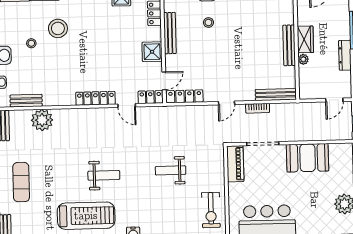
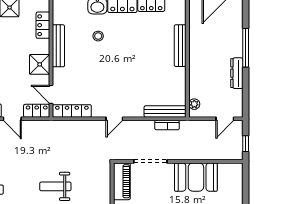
wardrobe: (305, 39) -> (197, 56), removed
bench: (289, 45) -> (180, 46), moved
plant: (303, 59) -> (194, 104), moved
door: (164, 81) -> (51, 94), swing flipped
bookcase: (258, 108) -> (167, 125), moved

